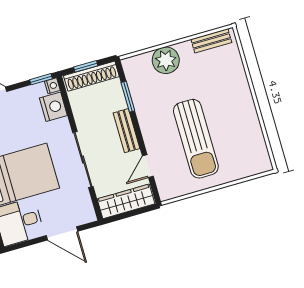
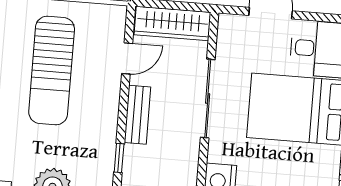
window: (128, 97) -> (119, 158), width x0.67
sun lounger: (196, 139) -> (52, 71), turned 180

